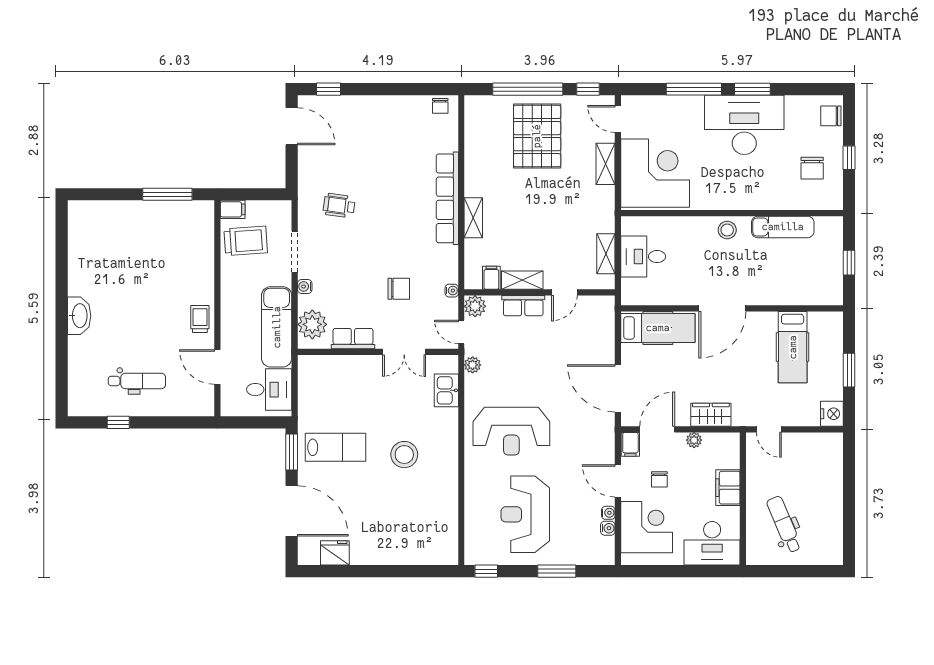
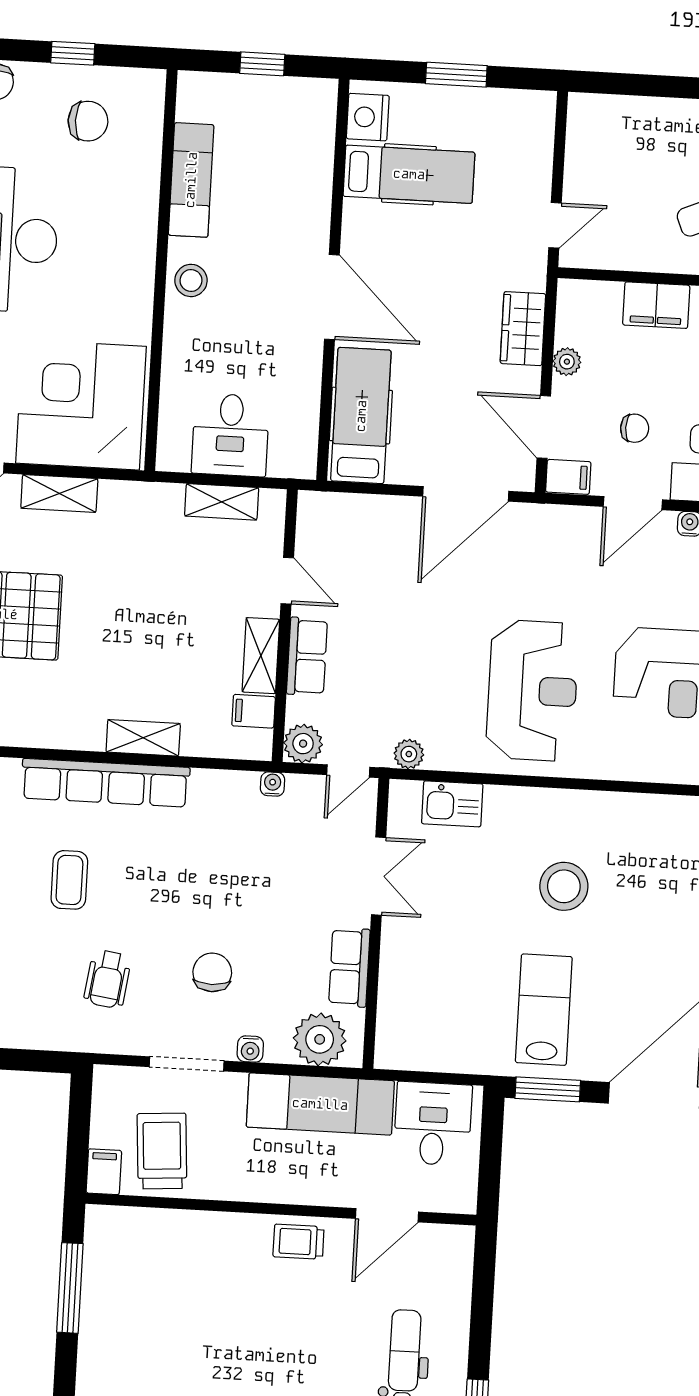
coffee table: (393, 181) -> (69, 880), added
chair: (399, 289) -> (212, 972), moved
nightstand: (832, 414) -> (368, 117), moved, turned -90

